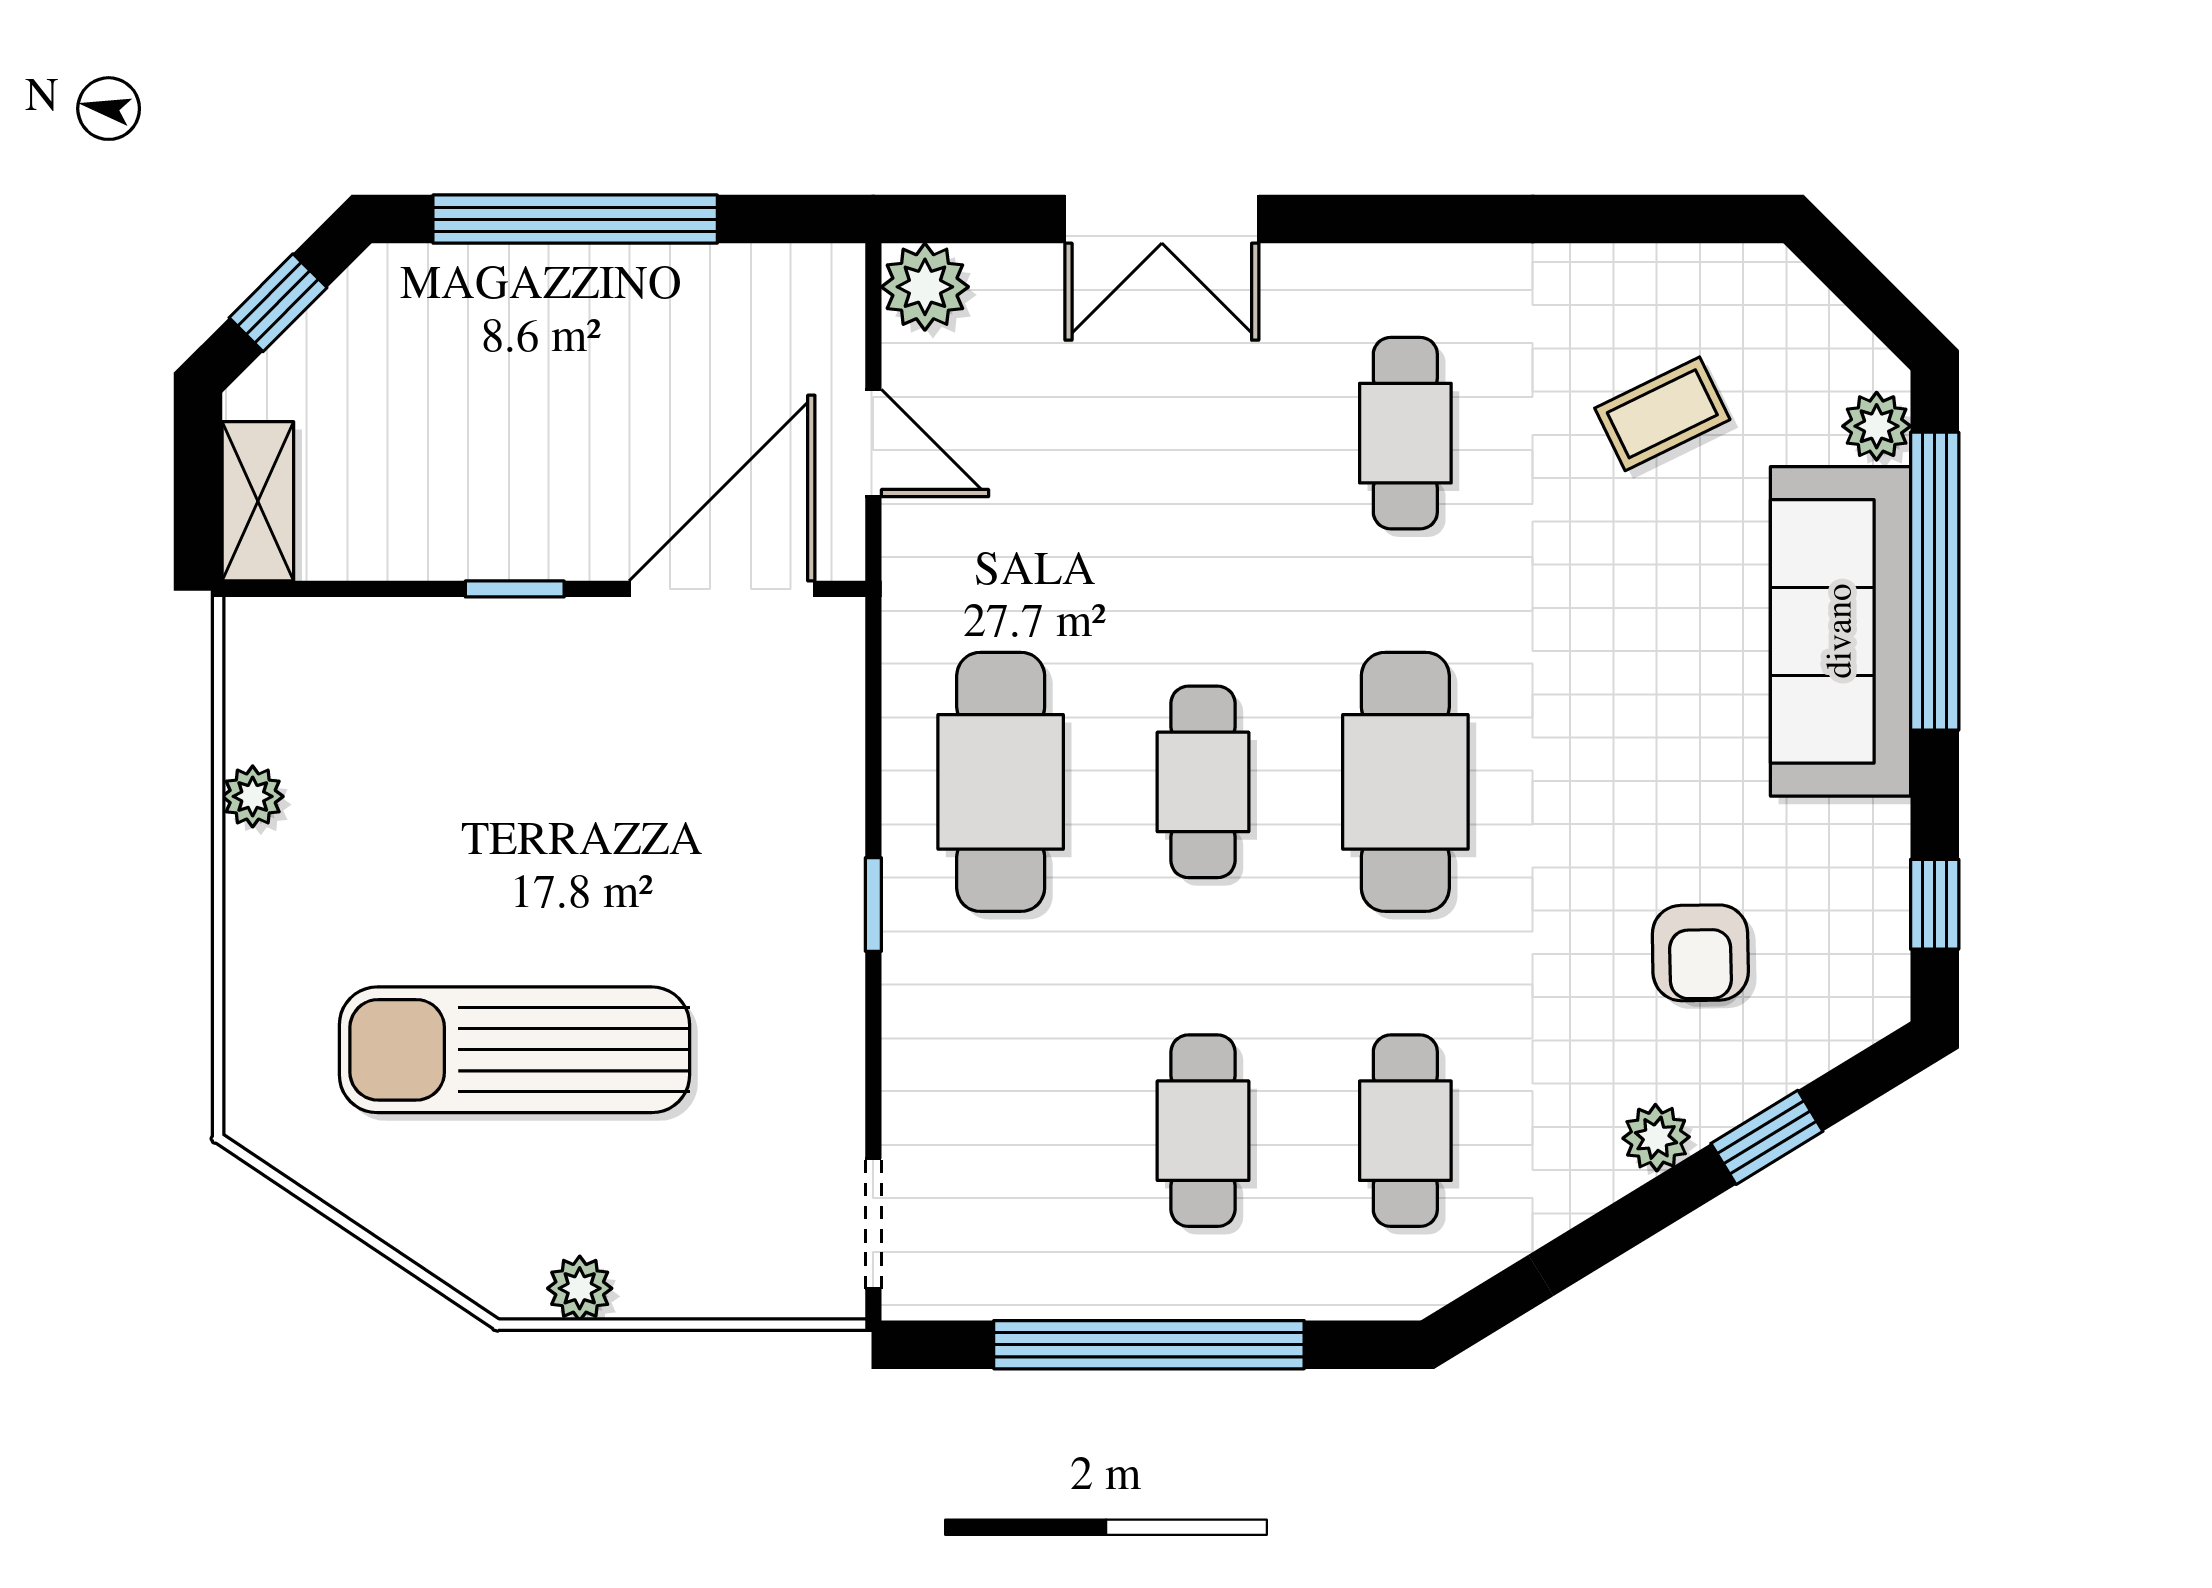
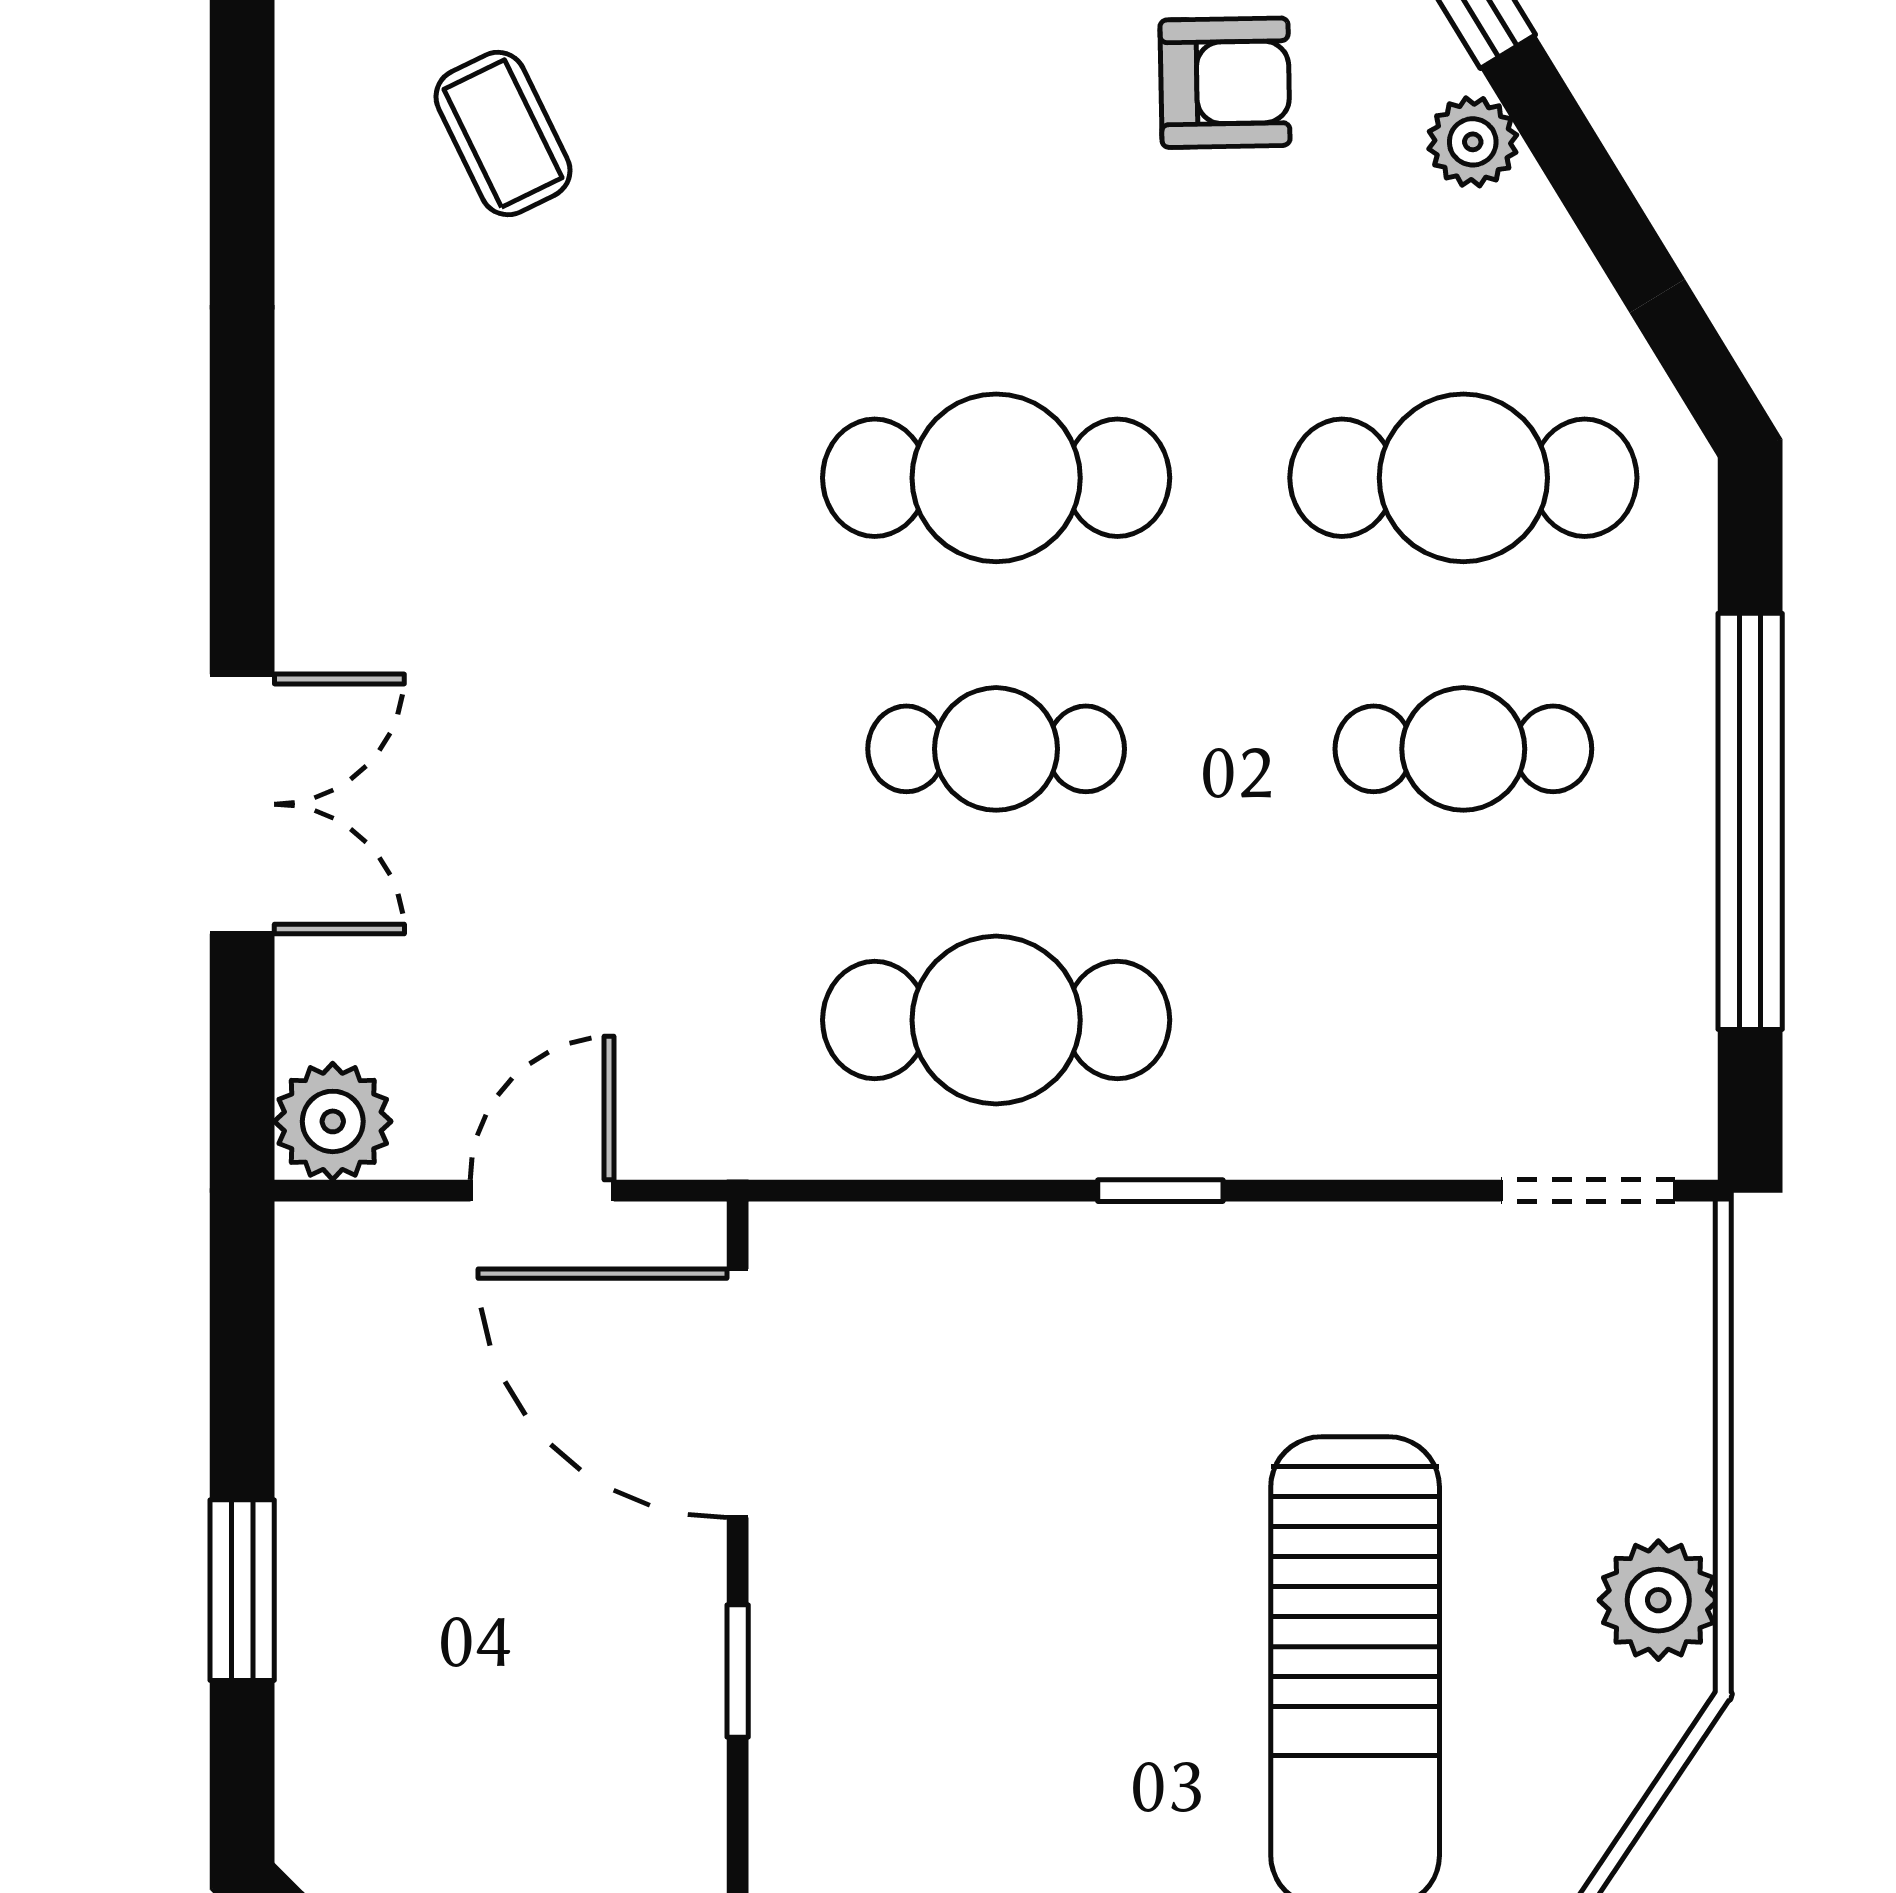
window: (575, 219) -> (242, 1590), width x0.47
cafe table: (1405, 433) -> (529, 478), removed
cafe table: (1405, 1131) -> (1463, 478), width x1.37, depth x1.35
plant: (580, 1288) -> (1658, 1600), width x1.38, depth x1.38

